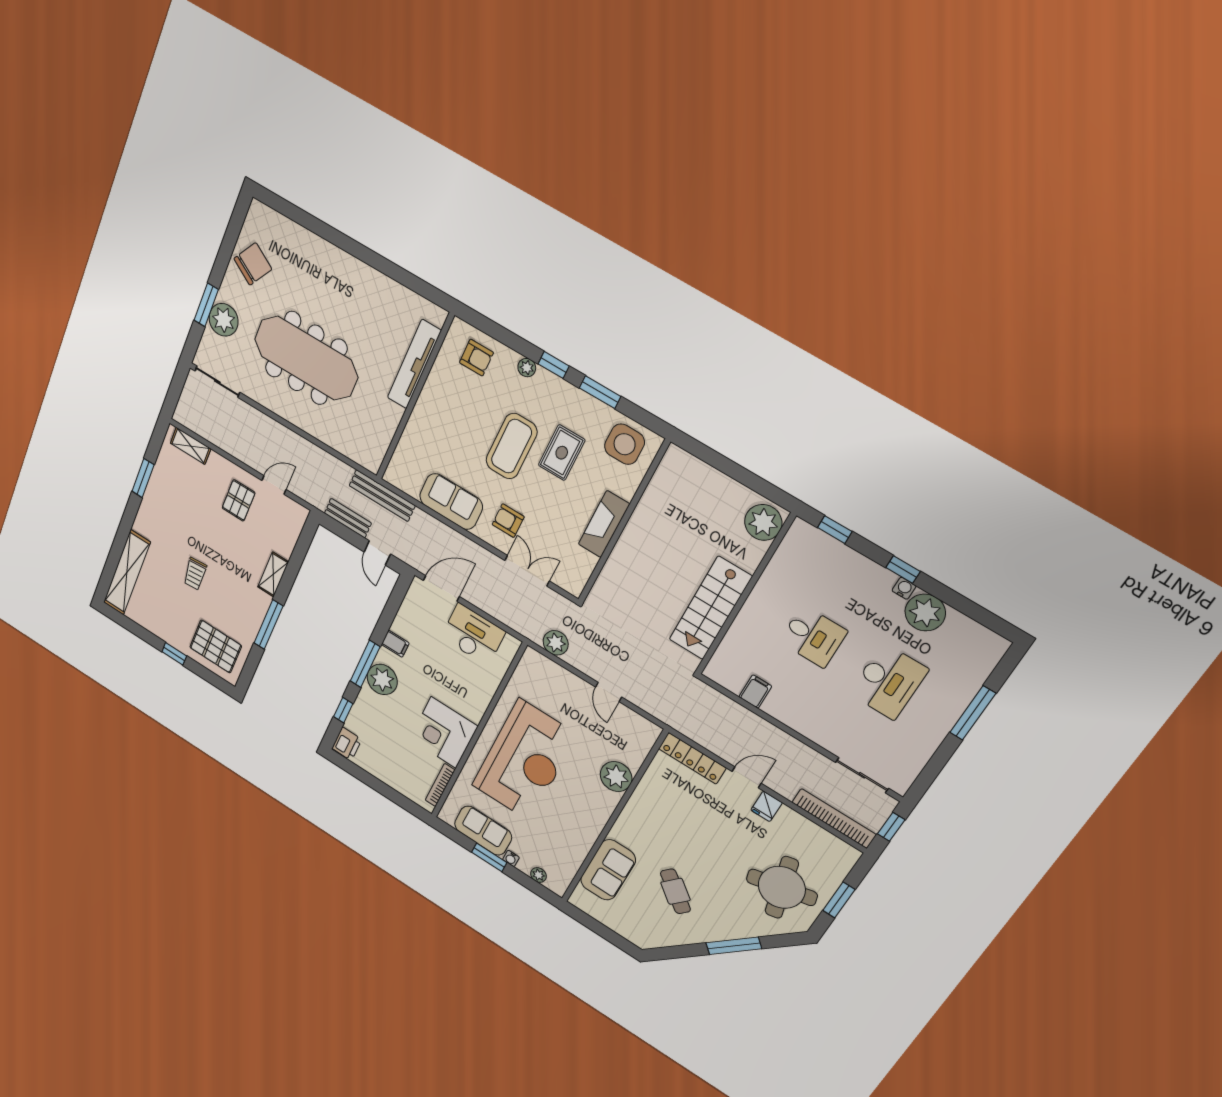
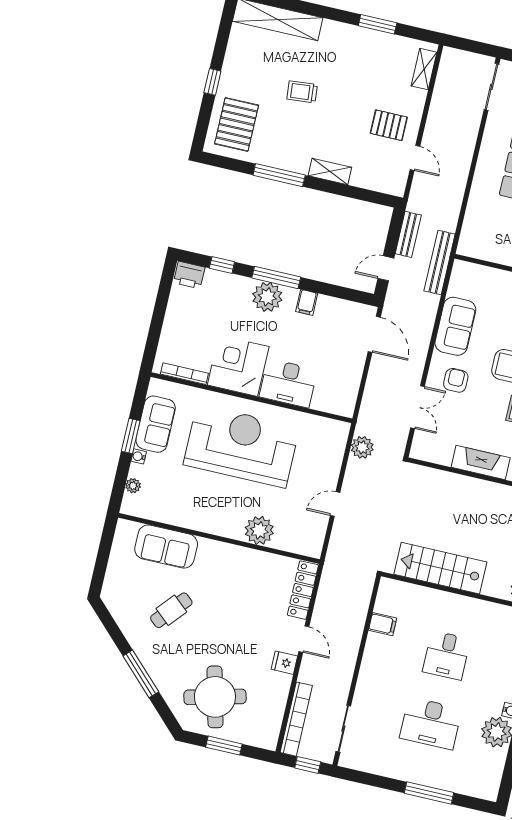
desk: (473, 634) -> (288, 383), moved, turned 90
reception desk: (524, 760) -> (241, 446), turned 180

